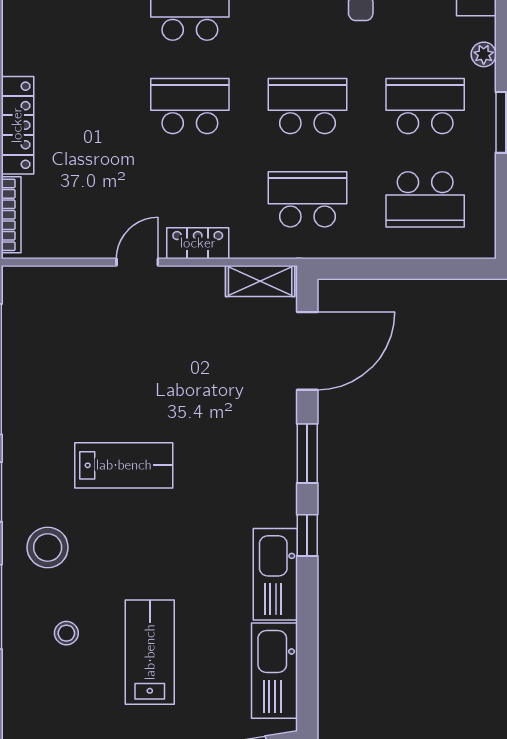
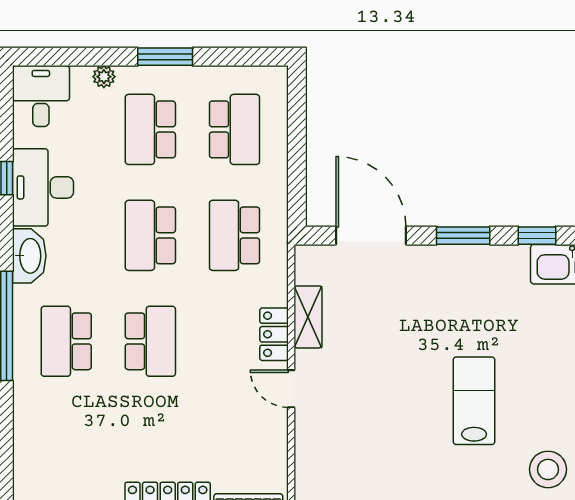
school desk: (190, 106) -> (150, 341), turned 180
shelving: (260, 281) -> (308, 317), moved

